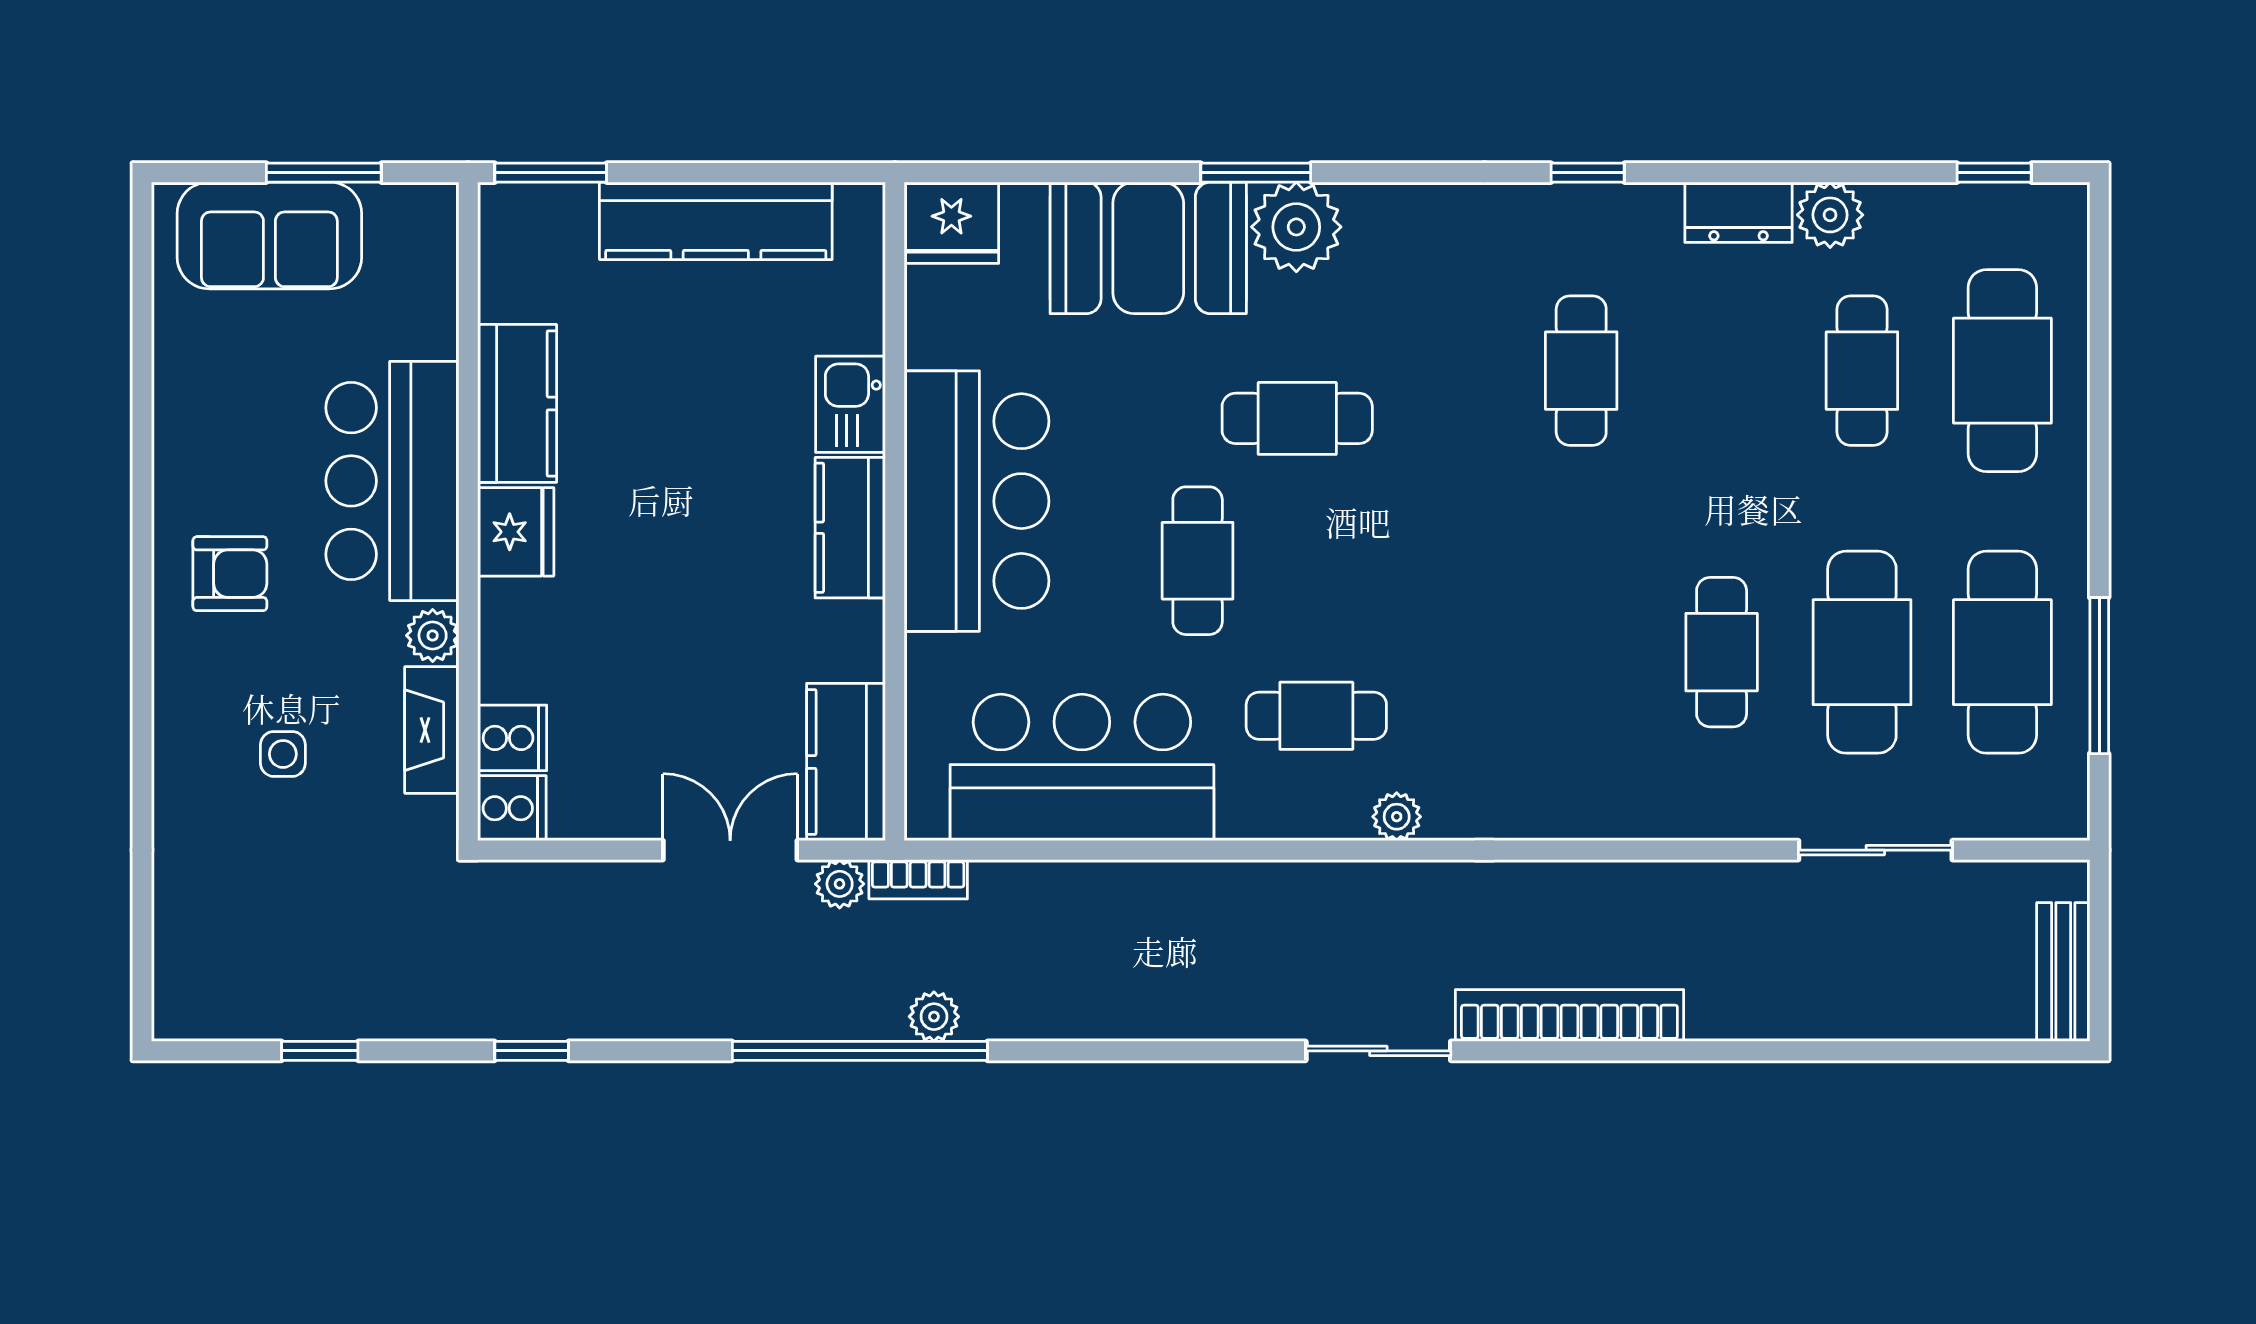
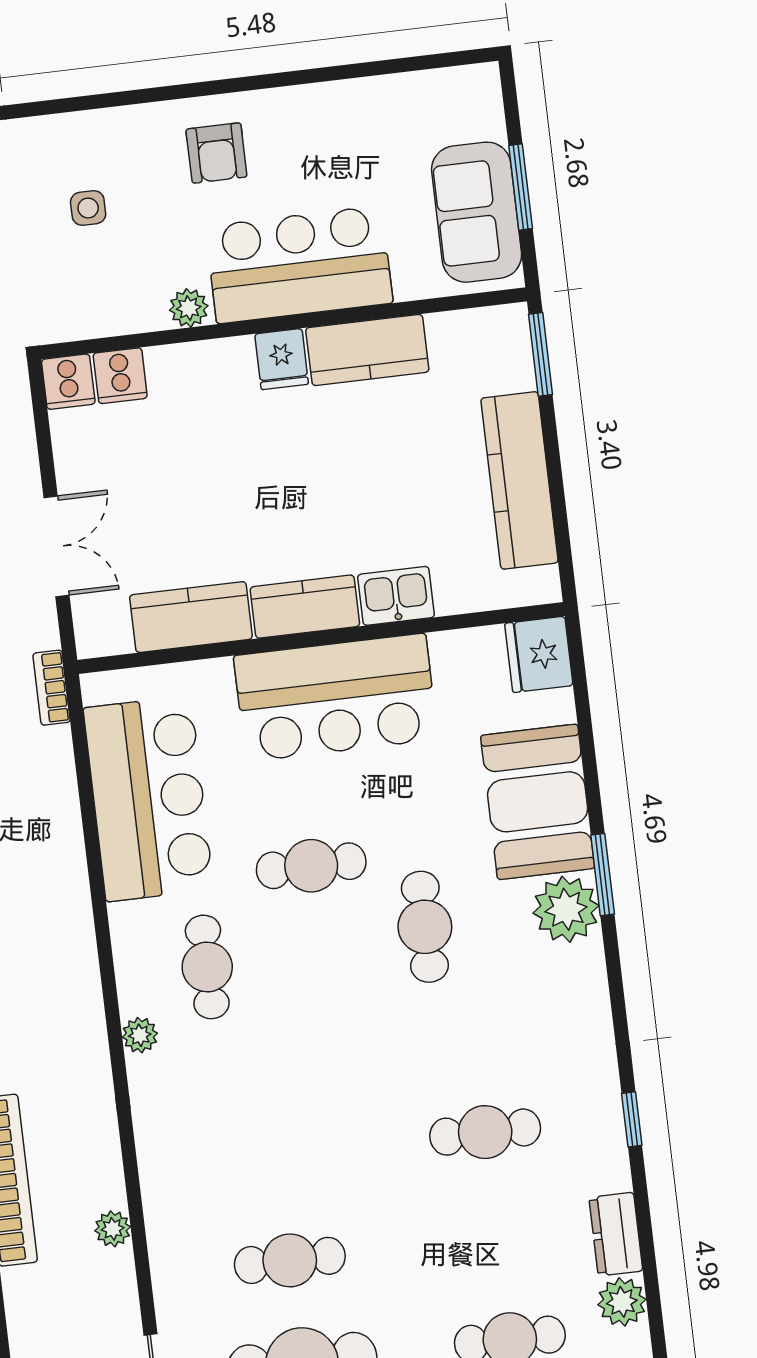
sofa: (269, 235) -> (477, 212), moved
fridge: (516, 532) -> (282, 359), width x0.72
fireplace: (432, 730) -> (119, 316), removed
kitchen counter: (846, 762) -> (191, 617), moved
plant: (840, 884) -> (113, 1229), moved

